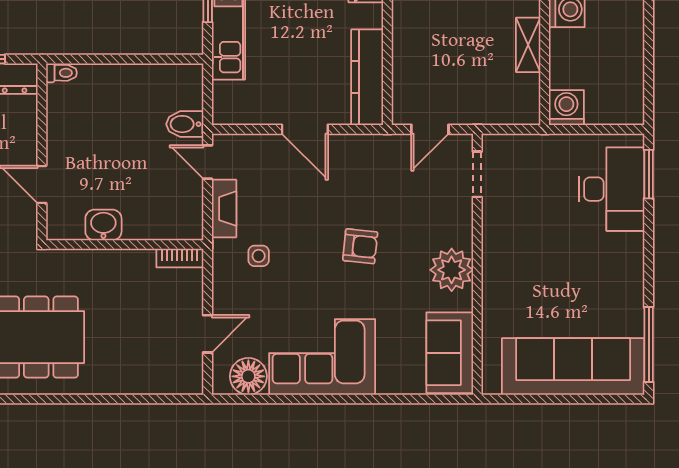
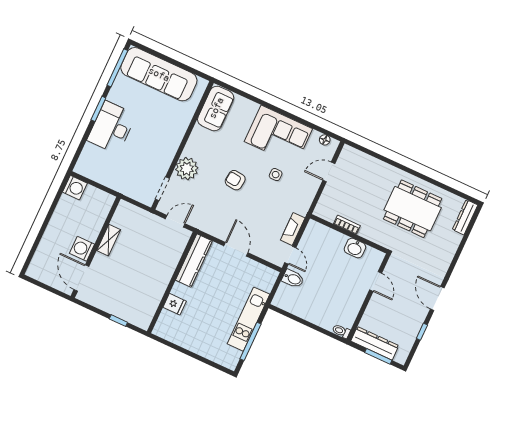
washing machine: (566, 108) -> (75, 188), moved, turned -90
window: (649, 174) -> (98, 109), moved
desk: (612, 189) -> (112, 127), moved
side table: (259, 256) -> (276, 175), moved
bookcase: (180, 258) -> (347, 225), moved
plant: (452, 270) -> (187, 169), moved
floor lamp: (248, 376) -> (325, 140), width x0.53, depth x0.53

